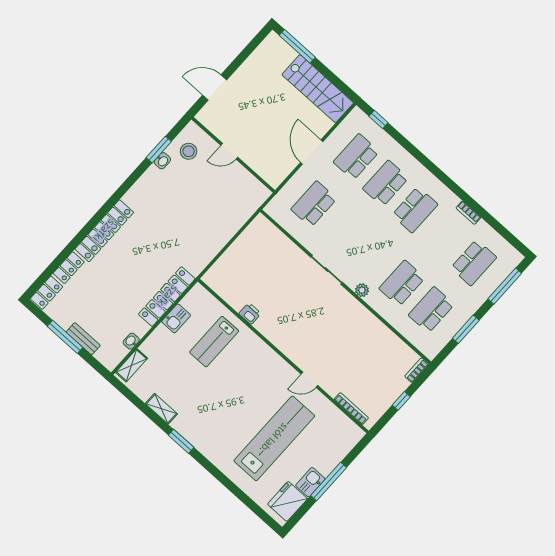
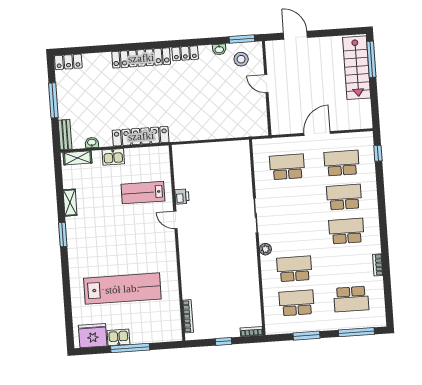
stairs: (318, 89) -> (357, 68), moved
window: (159, 150) -> (242, 39), moved
school desk: (415, 210) -> (346, 231), turned 180
locker: (69, 268) -> (185, 53), moved
kitchen sink: (176, 318) -> (113, 157), moved
bench: (83, 339) -> (65, 135), moved
door: (309, 380) -> (175, 220), moved

